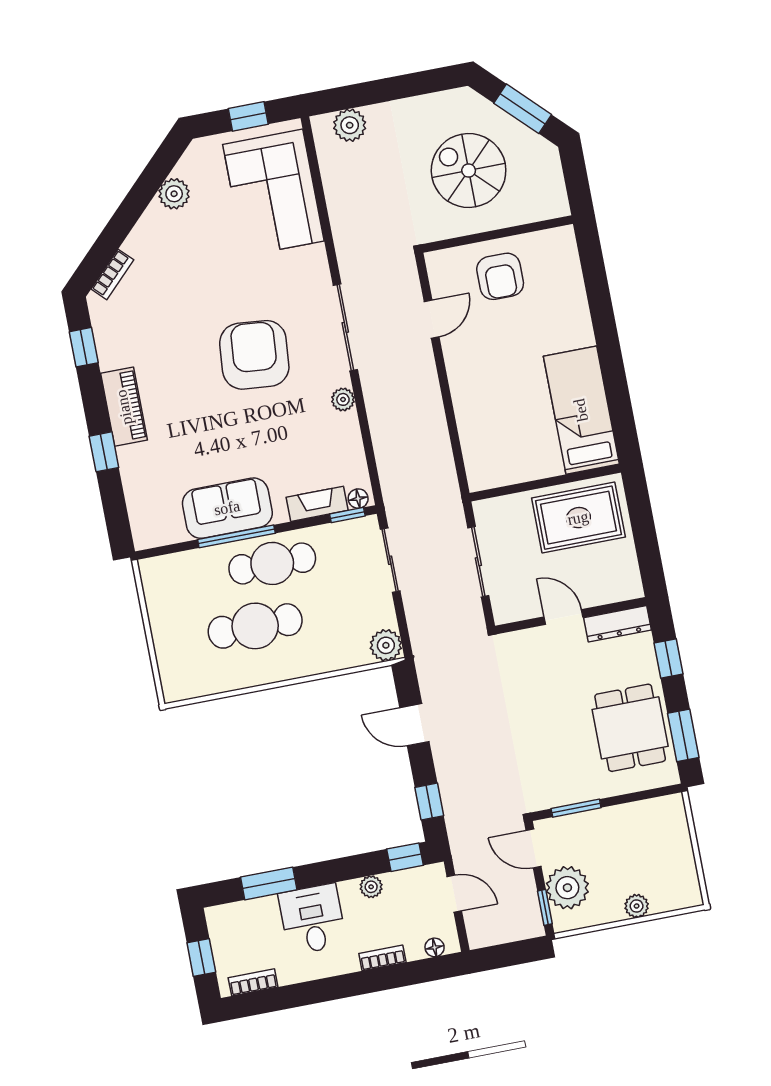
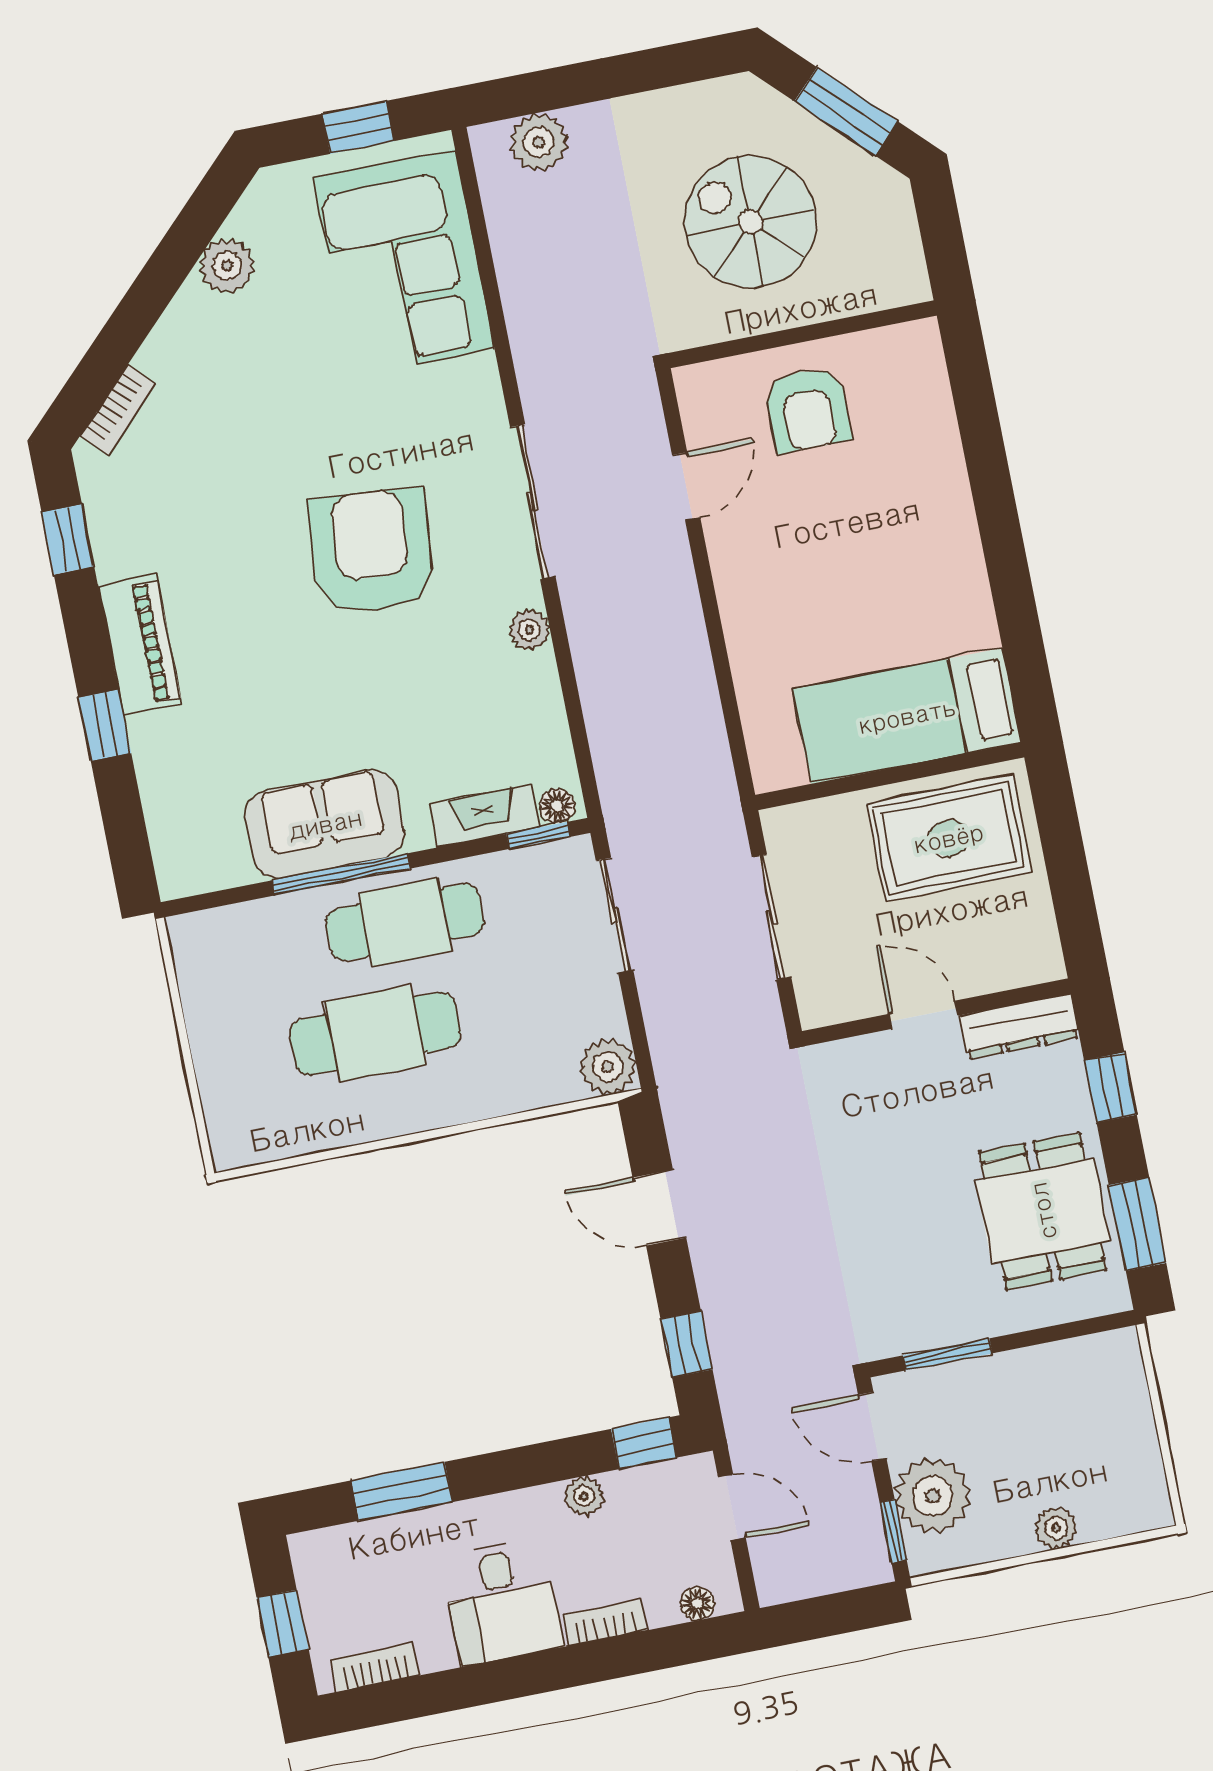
bed: (581, 410) -> (907, 716), moved, turned -90
desk: (312, 919) -> (502, 1601), moved, turned 180

